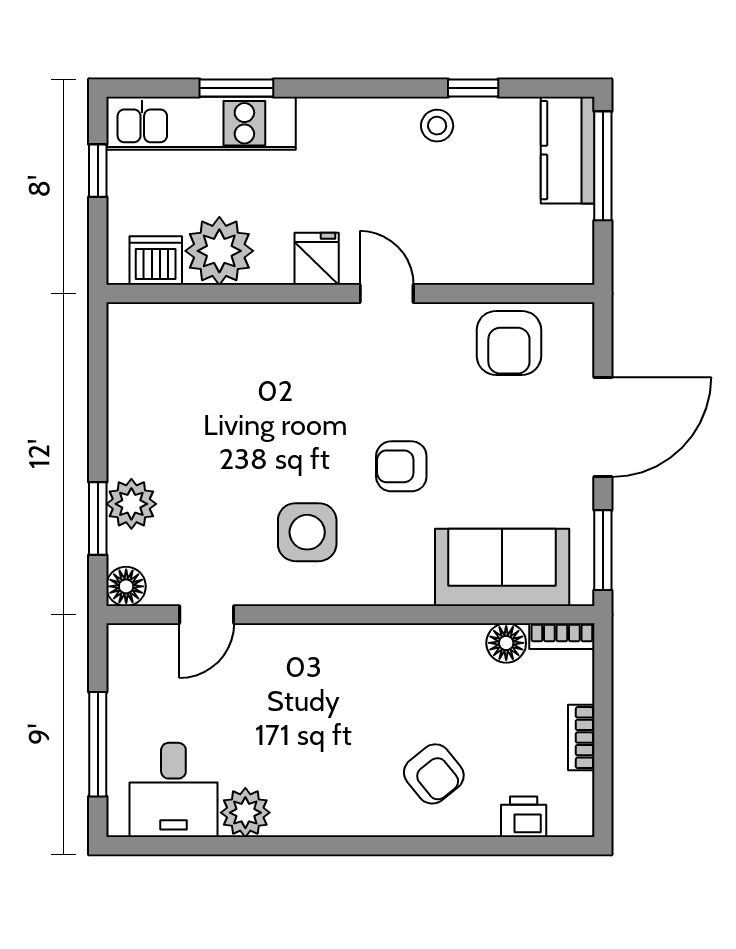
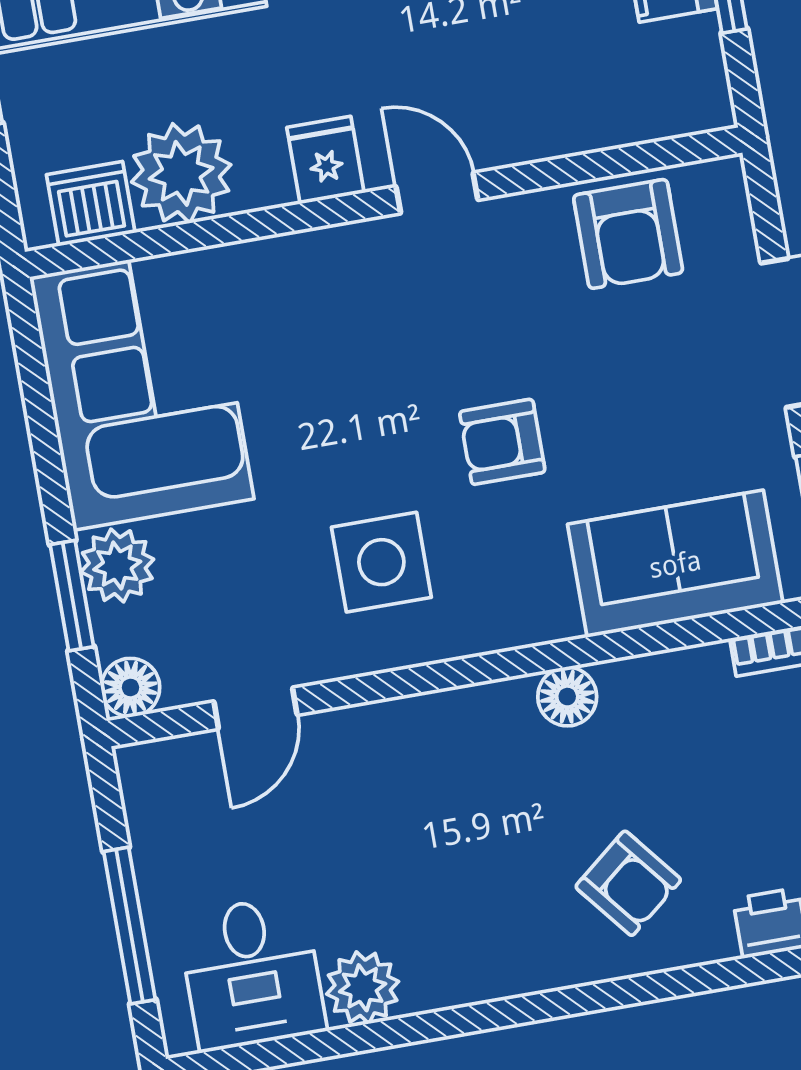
corner sofa: (168, 389) -> (142, 388), added
floor lamp: (506, 643) -> (567, 697), moved

